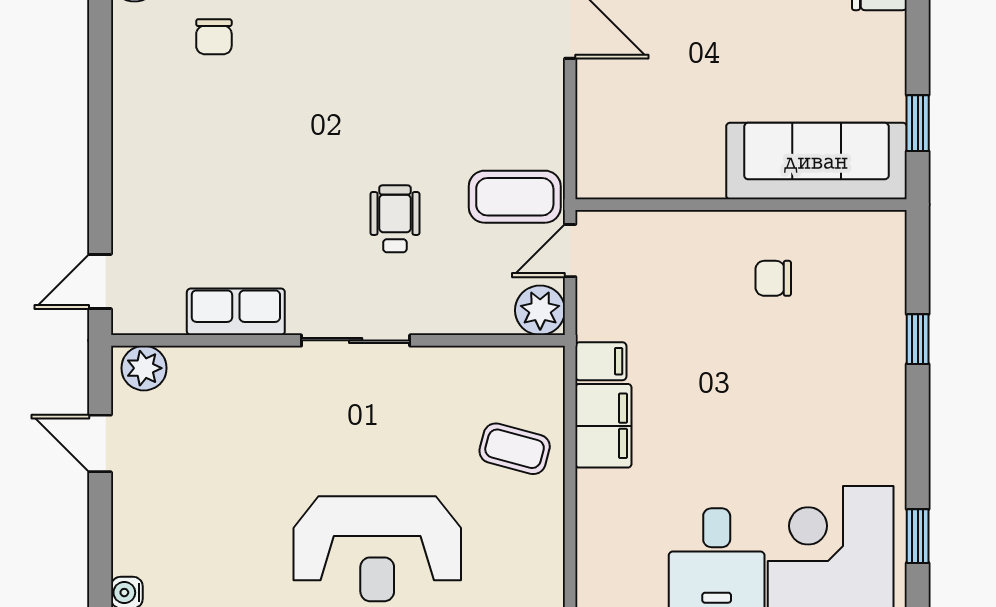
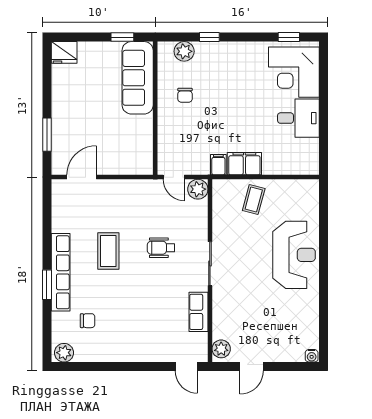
coffee table: (515, 197) -> (108, 251), moved
plant: (882, 276) -> (184, 51), added

